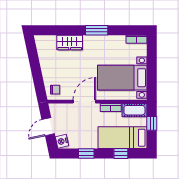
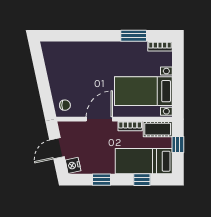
window: (97, 30) -> (134, 36), moved
wardrobe: (70, 42) -> (82, 50), removed

